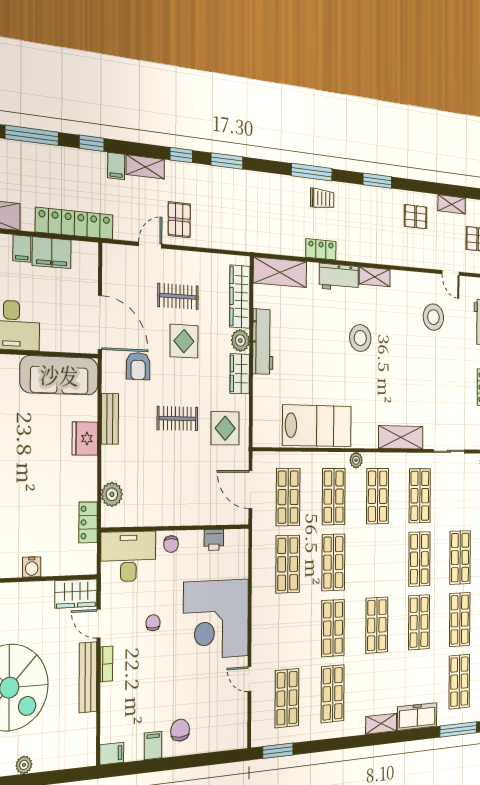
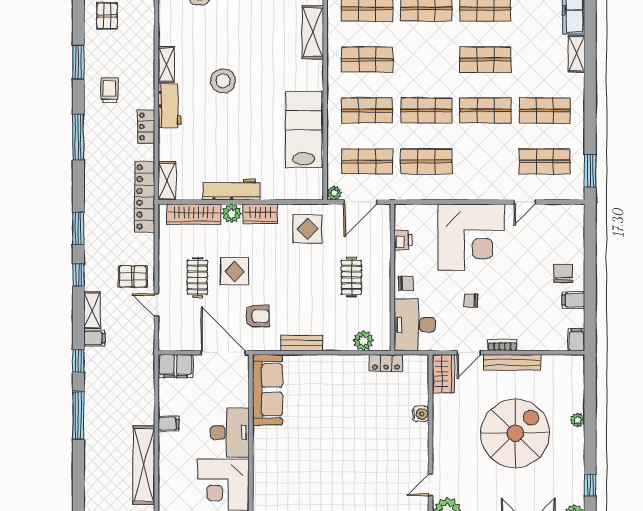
trolley: (322, 199) -> (110, 90), moved
locker: (74, 223) -> (145, 197), moved
filing cabinet: (52, 253) -> (176, 366), moved, turned 90
shelving: (280, 272) -> (167, 181), width x0.67, depth x0.75
door: (100, 322) -> (223, 353), hinge flipped
clothes rail: (177, 418) -> (351, 277), moved
fridge: (85, 439) -> (318, 366), removed
plant: (356, 460) -> (334, 193), moved
chair: (180, 730) -> (563, 273), turned 90

